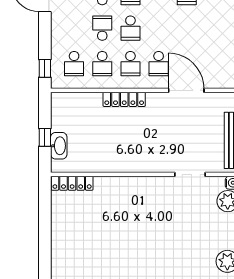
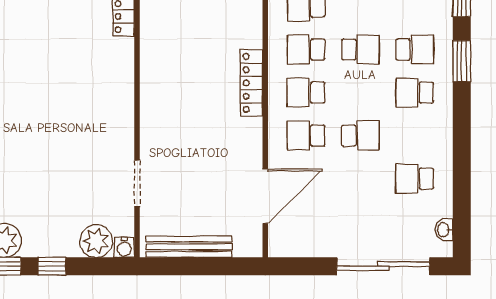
school desk: (130, 28) -> (360, 136), moved, turned 180
door: (186, 90) -> (265, 196), moved

